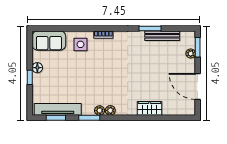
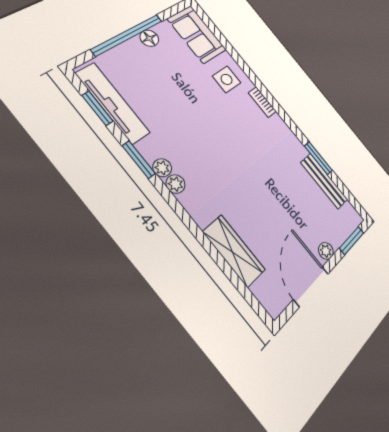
plant: (191, 54) -> (326, 251), moved
window: (30, 77) -> (127, 35), width x3.17
wardrobe: (150, 108) -> (234, 251), width x1.50

